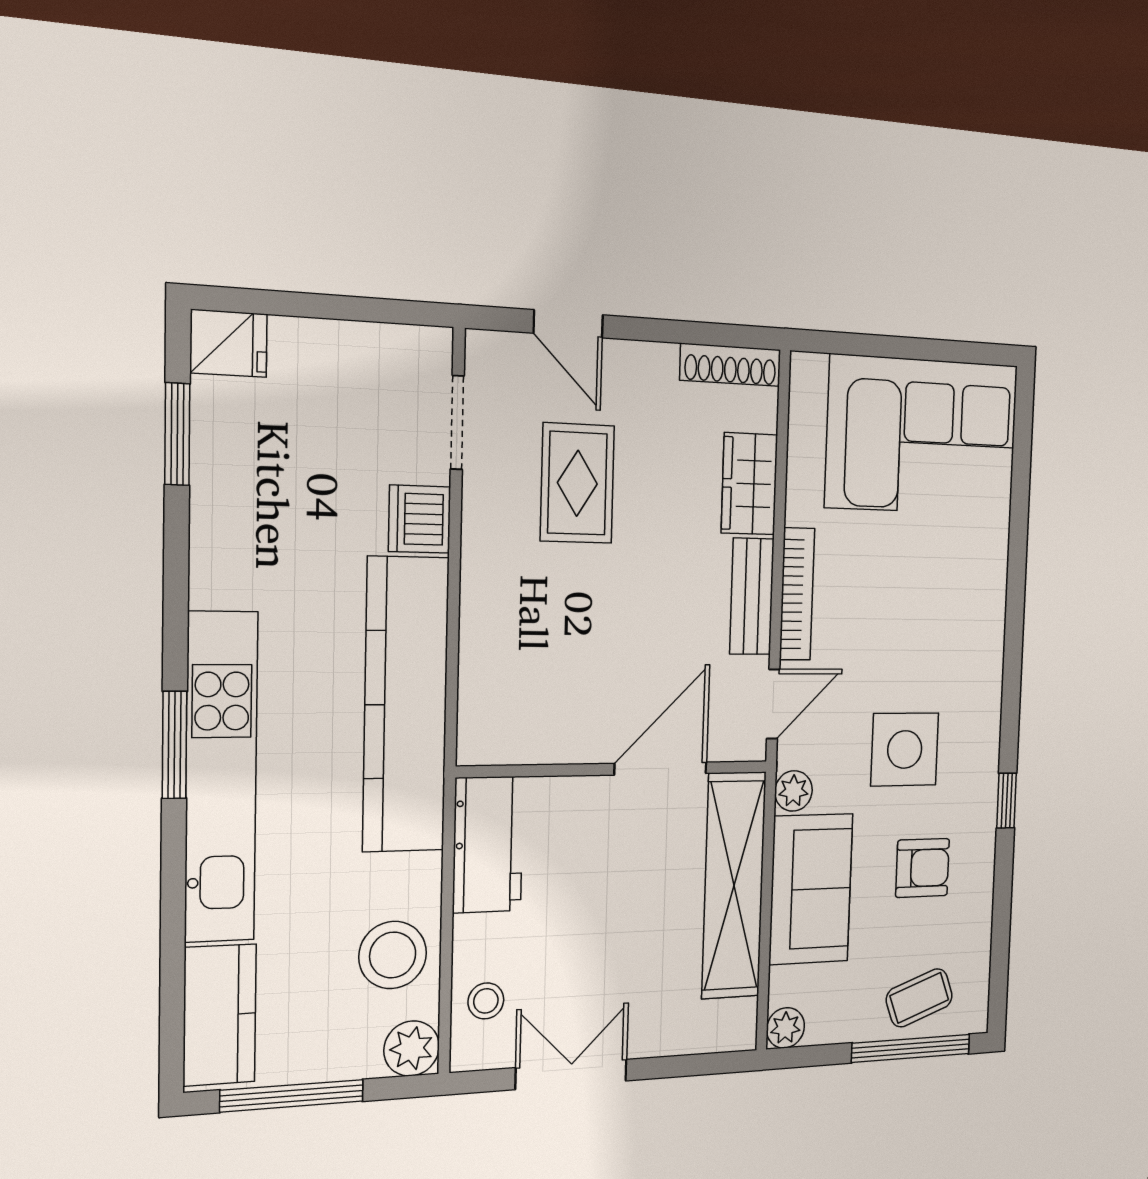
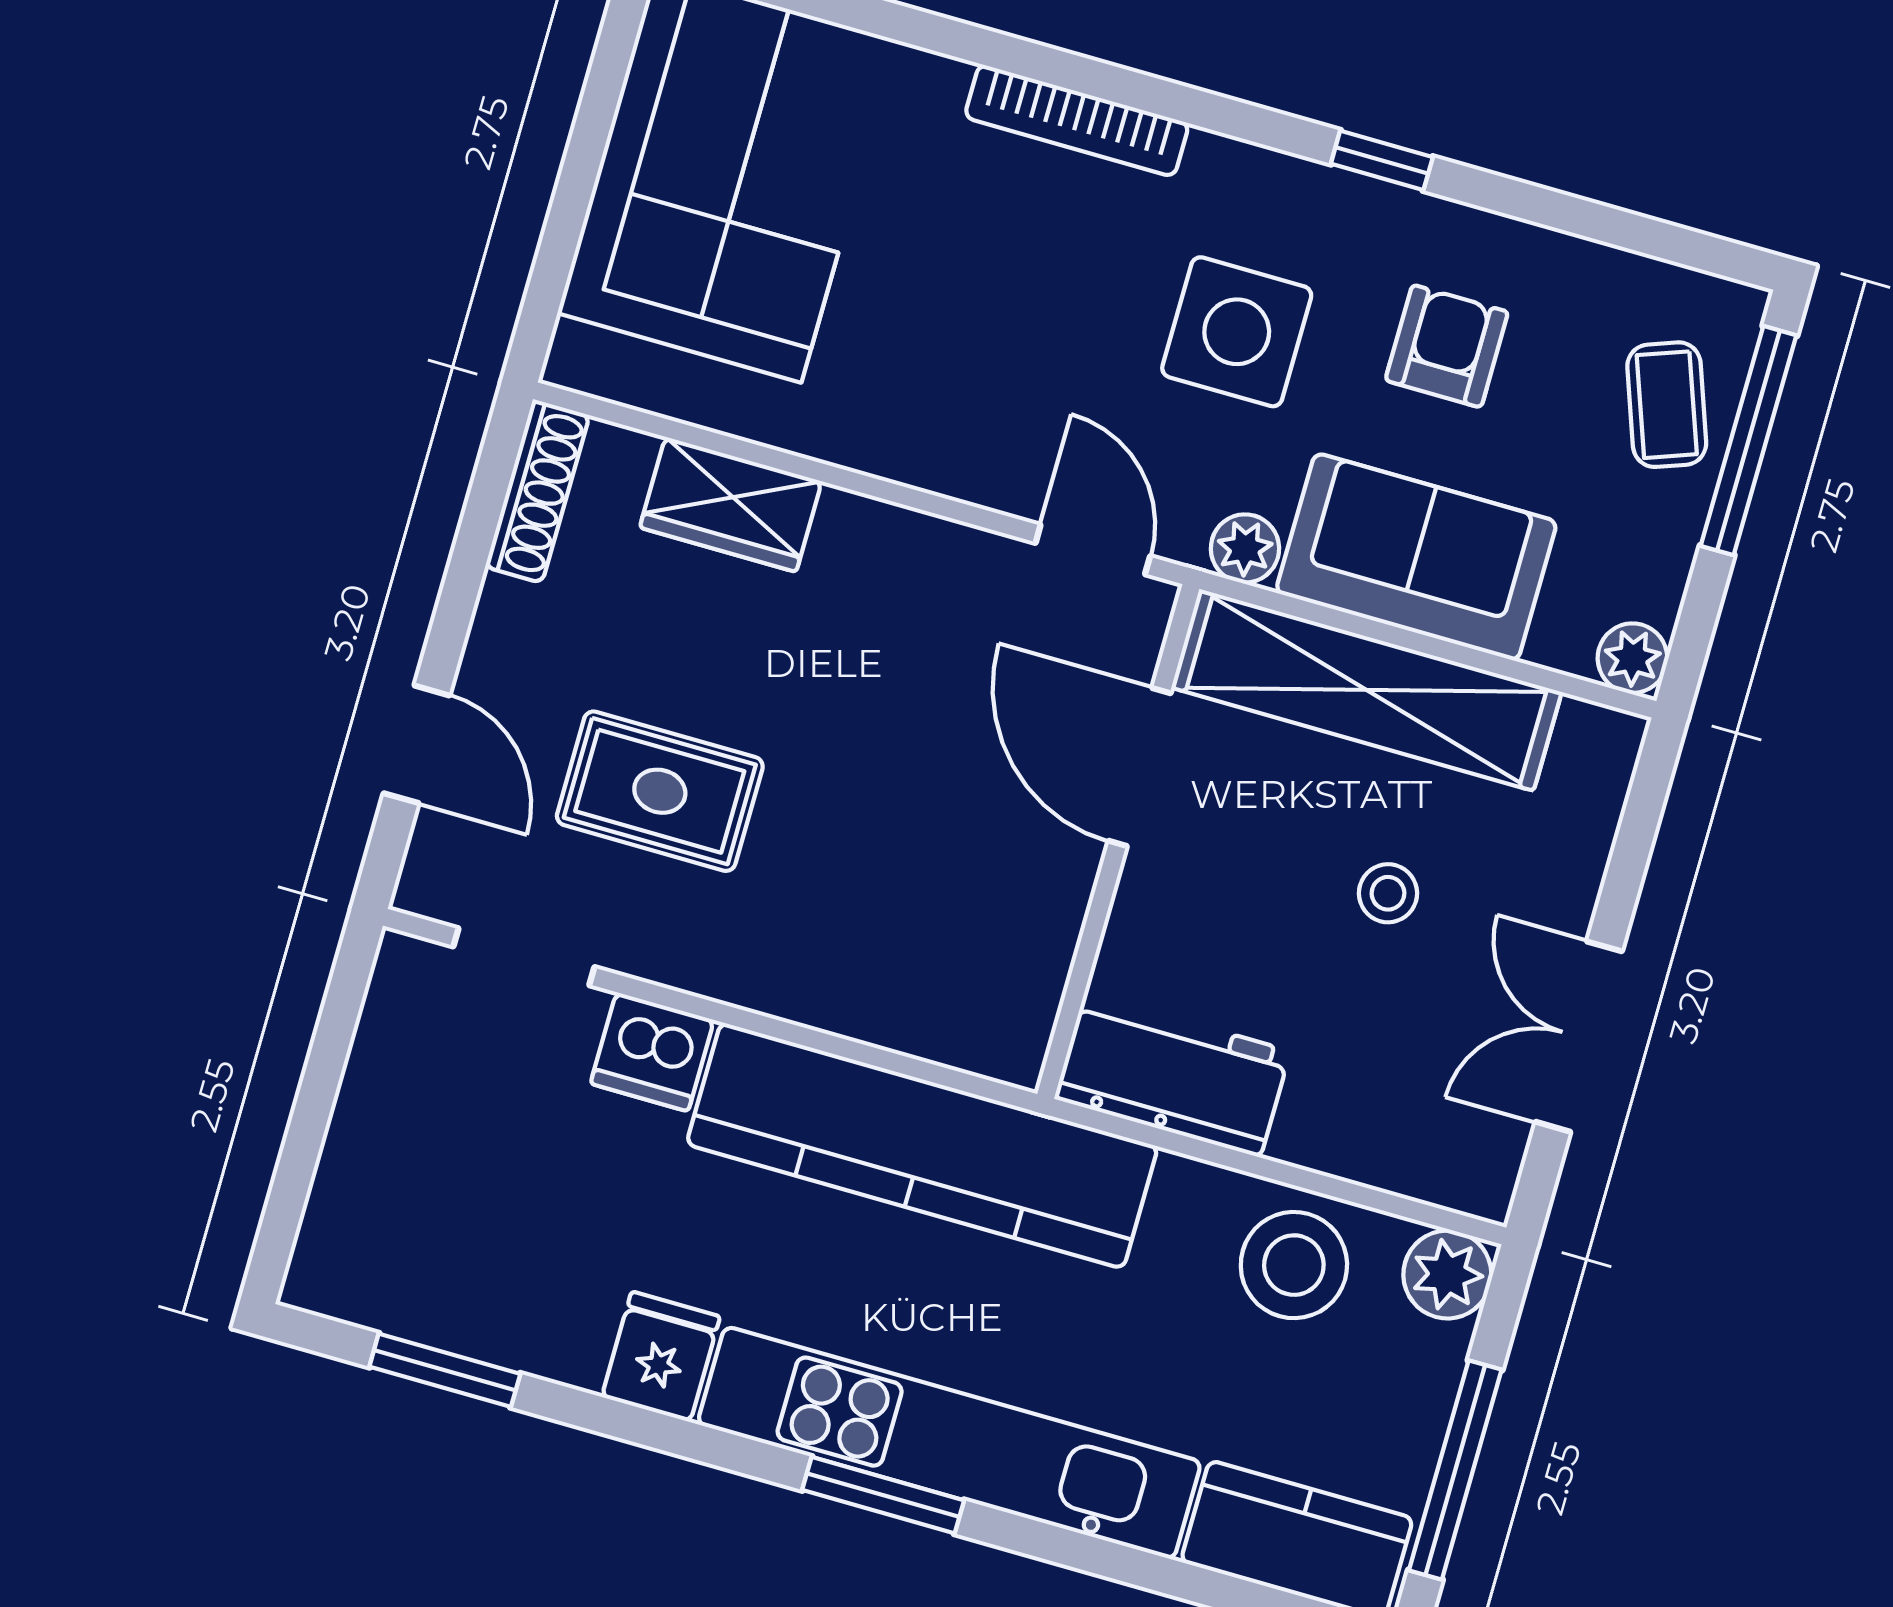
door: (568, 324) -> (417, 744), hinge flipped
fridge: (229, 343) -> (661, 1357), moved
bookcase: (797, 594) -> (1077, 120), moved, turned 180
bench: (752, 596) -> (910, 544), removed
stool: (486, 1001) -> (1388, 893), moved

